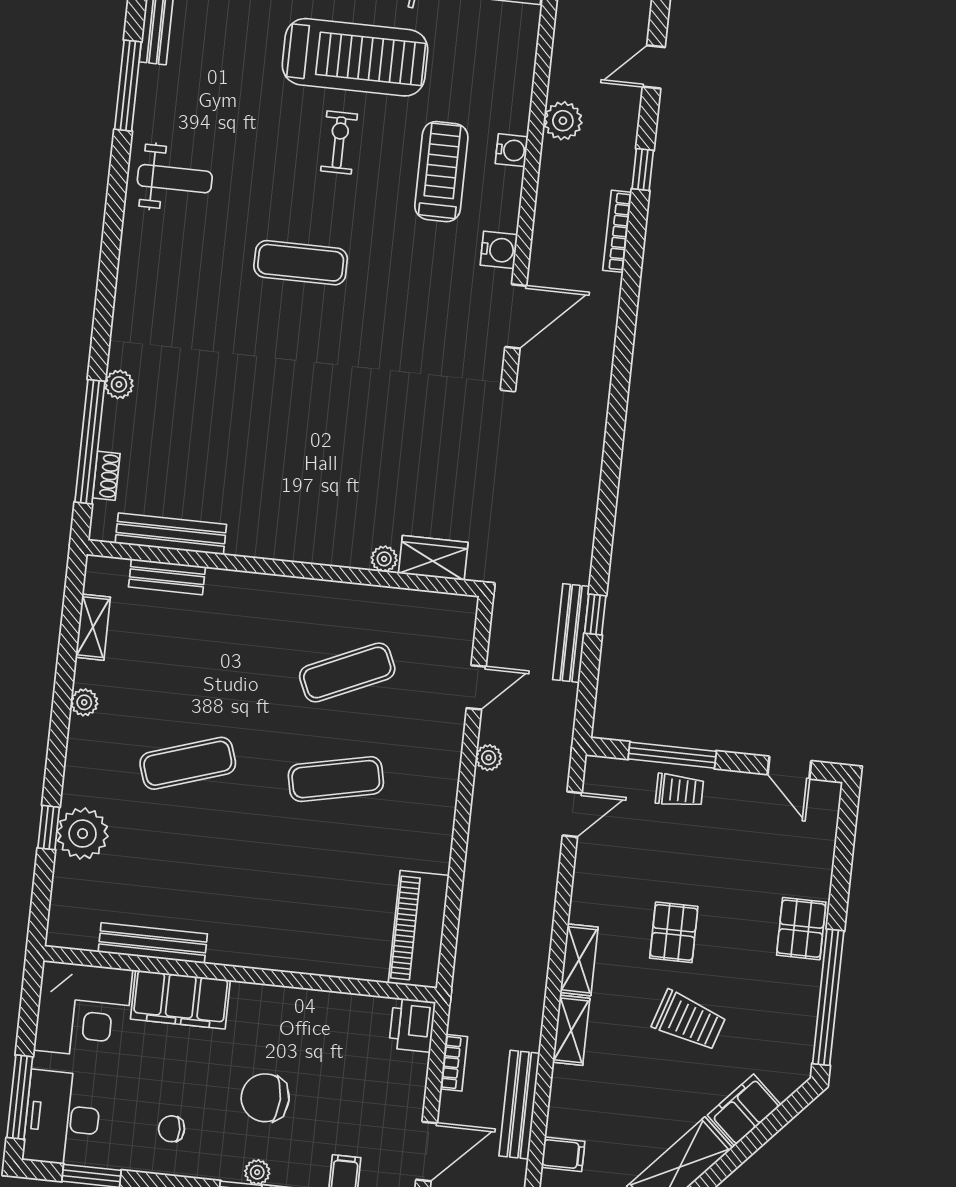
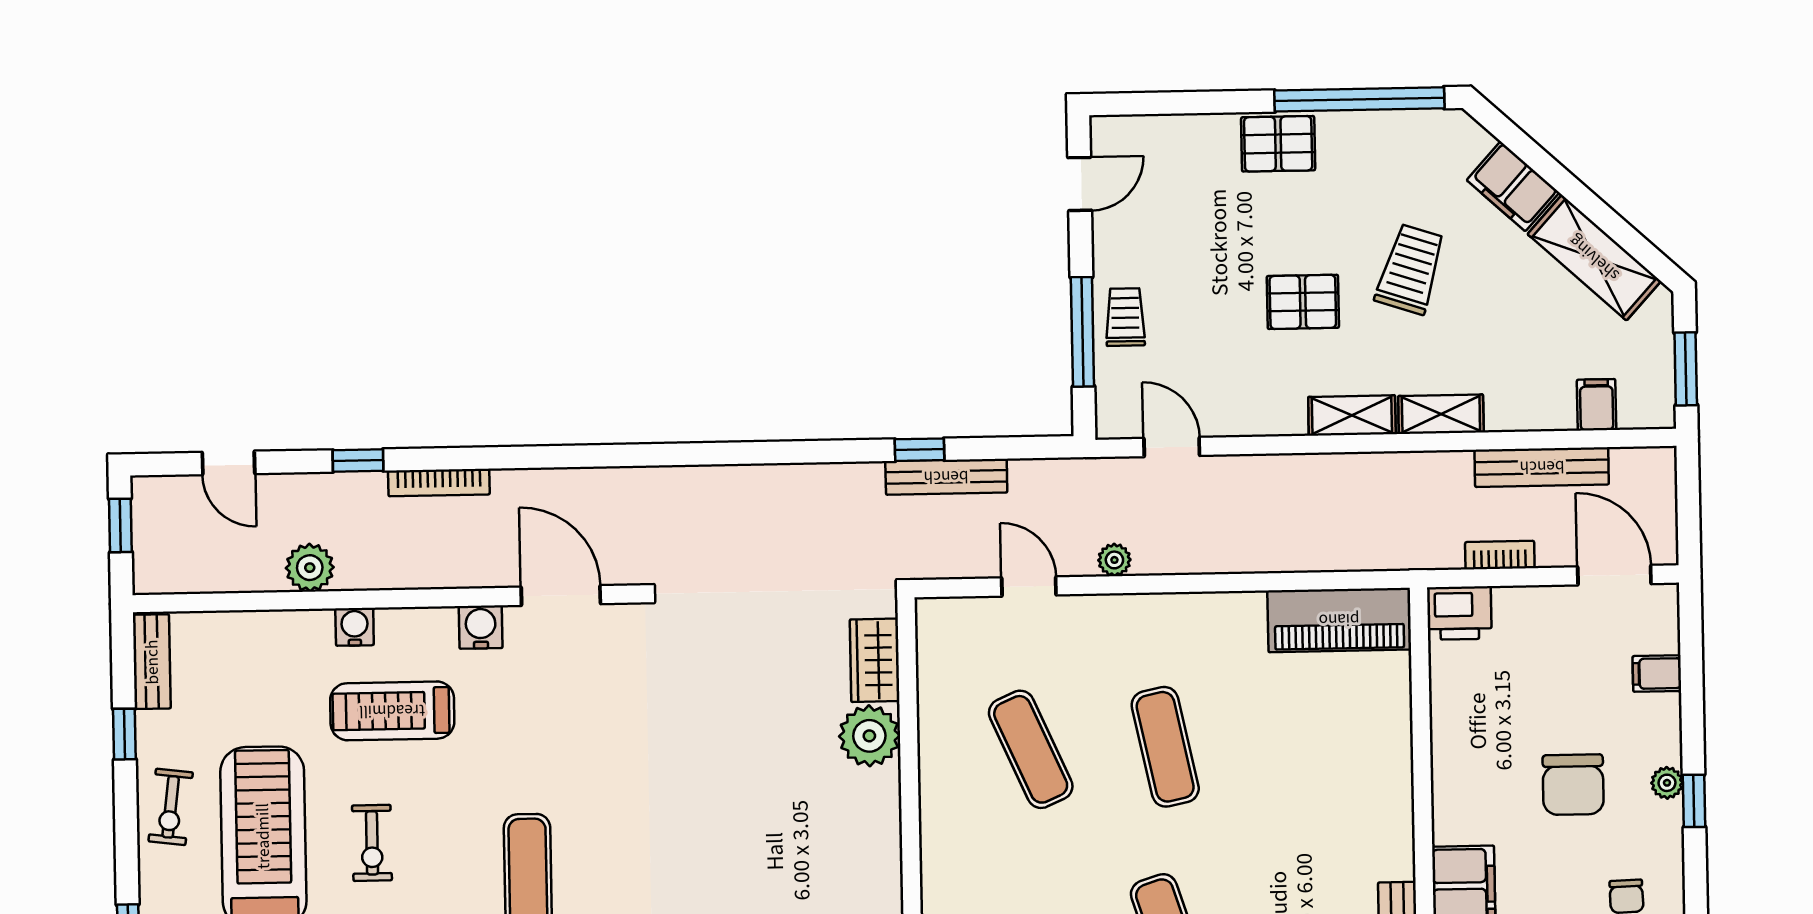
exercise bike: (339, 142) -> (372, 843), turned -90
plant: (384, 559) -> (869, 736), width x1.88, depth x1.88

